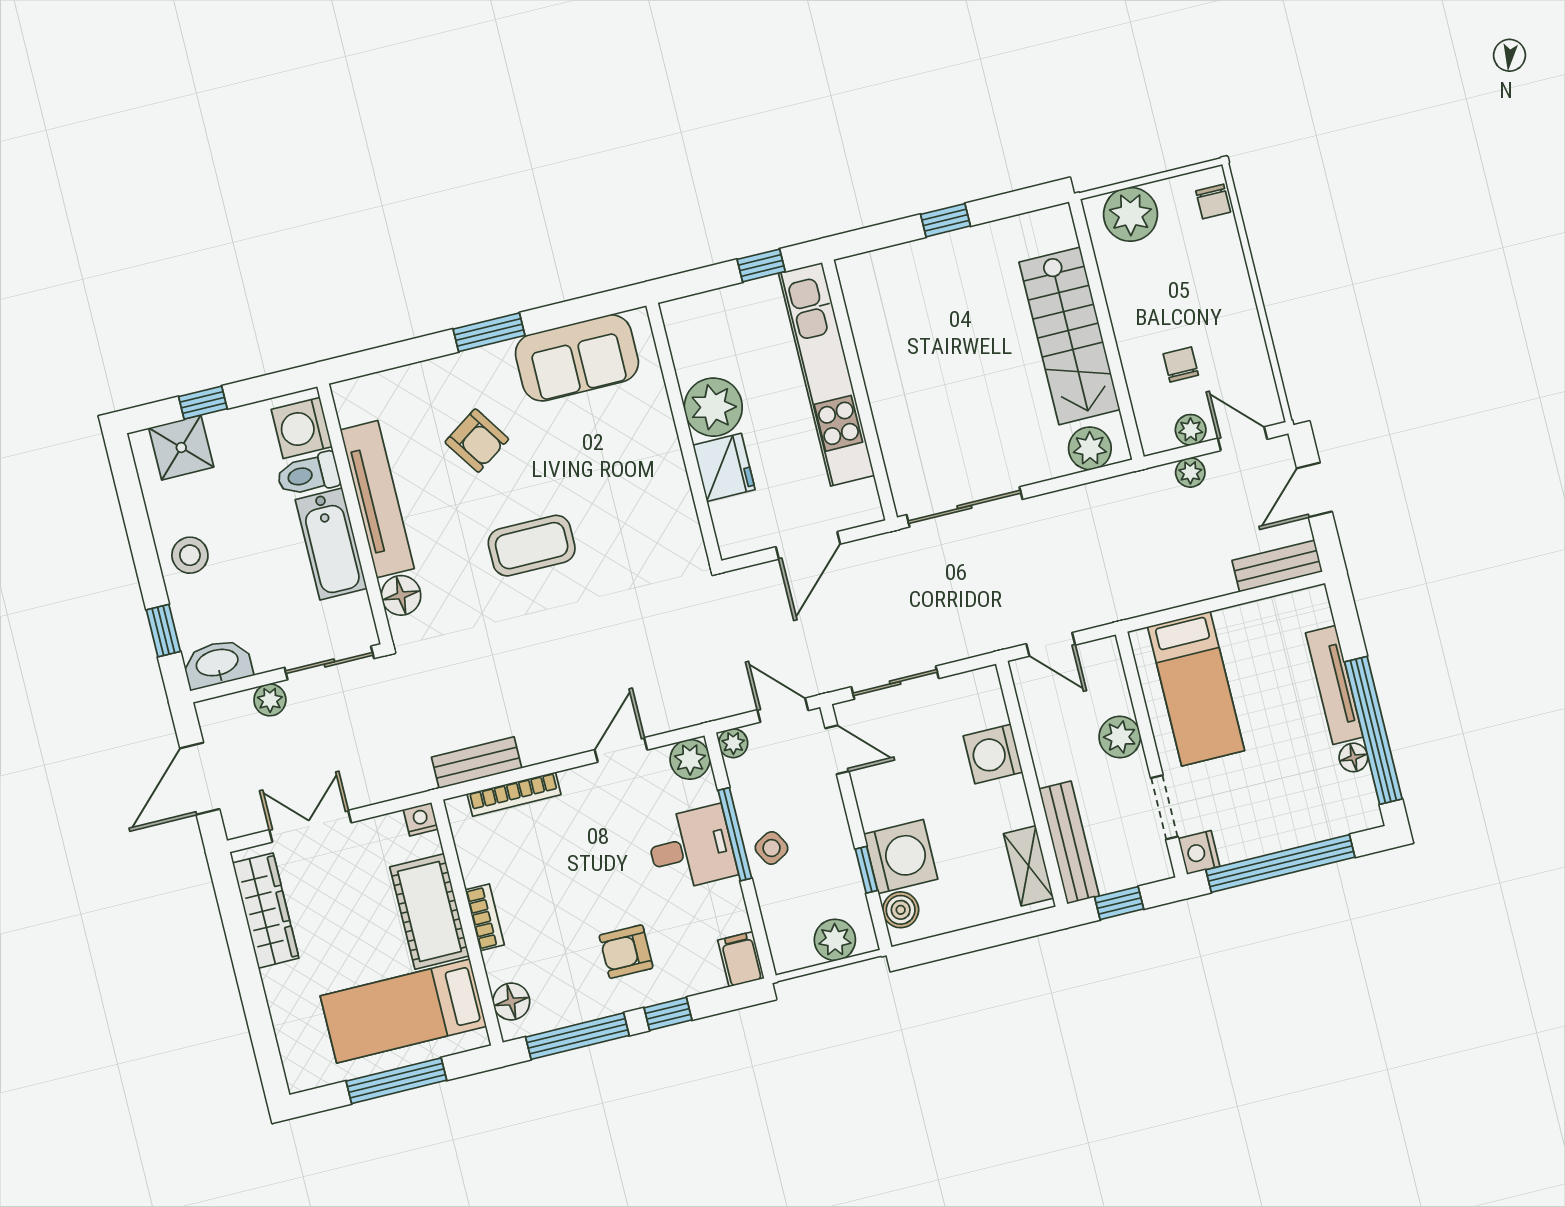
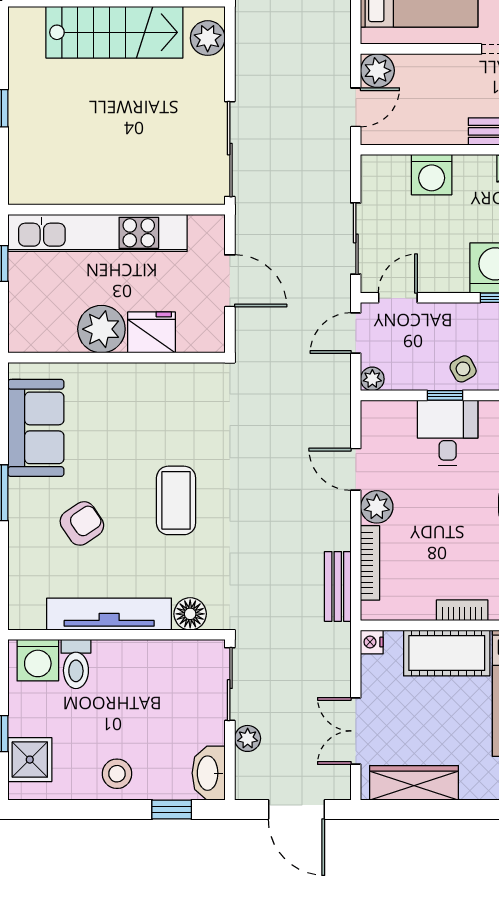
bathtub: (331, 544) -> (136, 659), removed
plant: (1120, 737) -> (377, 71), moved
plant: (690, 759) -> (377, 507), moved
window: (735, 834) -> (445, 395), width x0.46

